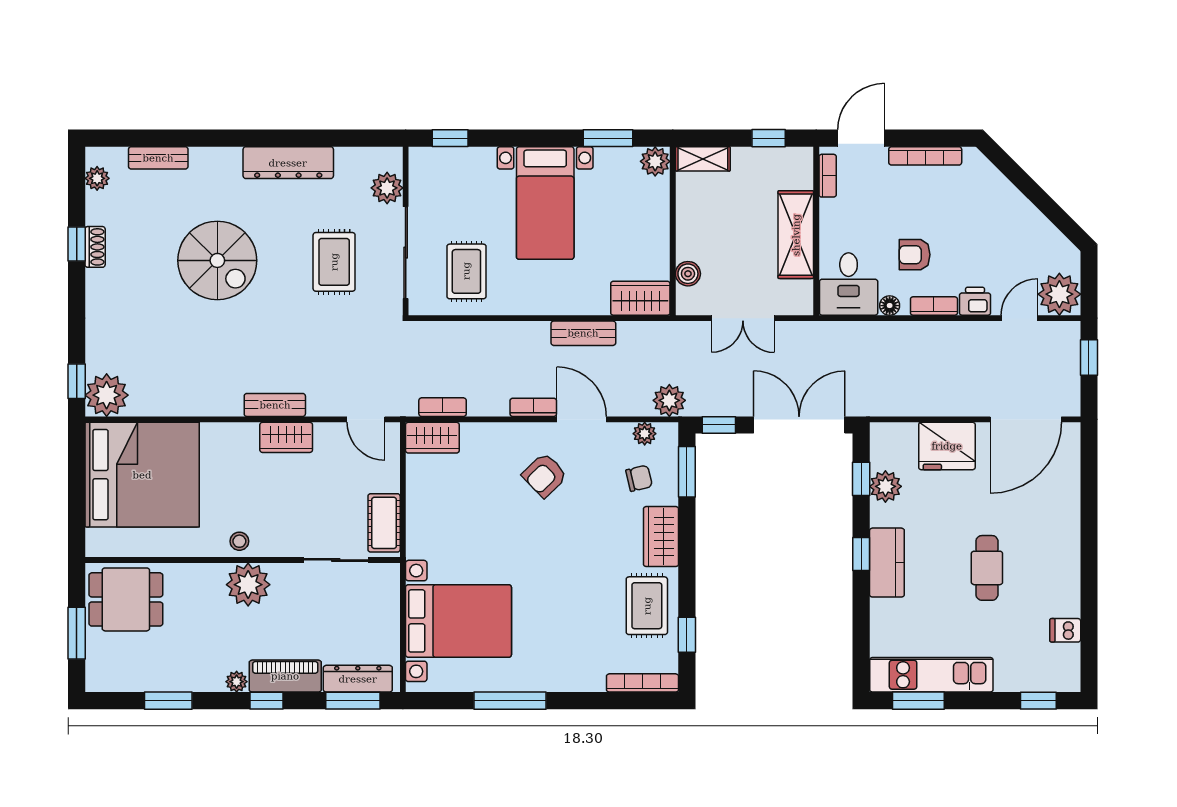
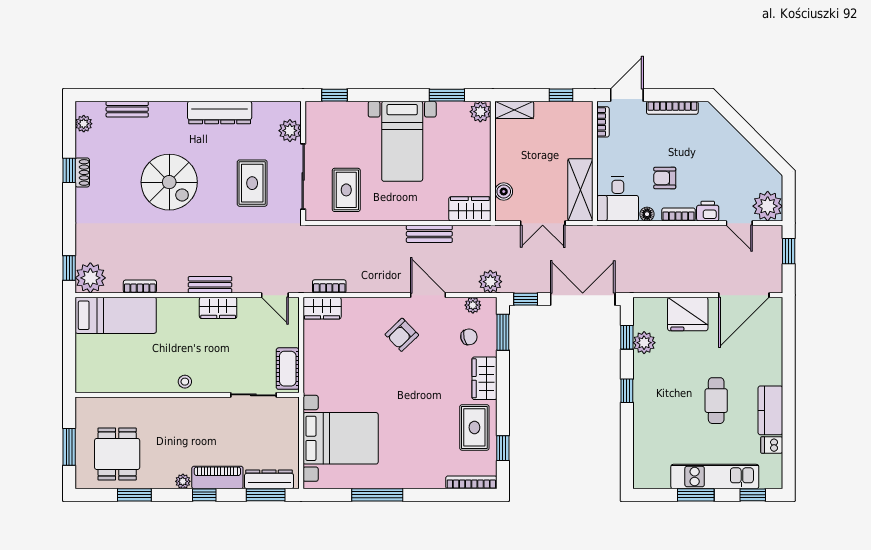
shelving: (796, 235) -> (580, 190), moved
door: (1019, 318) -> (739, 223), swing flipped
bookcase: (533, 407) -> (140, 286), moved
bed: (142, 475) -> (116, 315), width x0.49
kitchen counter: (887, 563) -> (770, 410), moved, turned 180
plant: (248, 585) -> (191, 412), removed
dining table: (126, 599) -> (117, 454), moved, turned 90
kitchen unit: (931, 675) -> (715, 477), moved
window: (918, 701) -> (696, 495), moved

